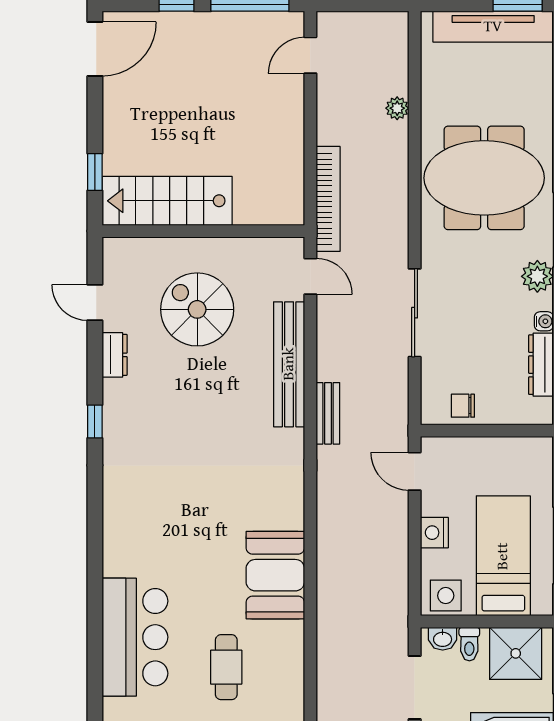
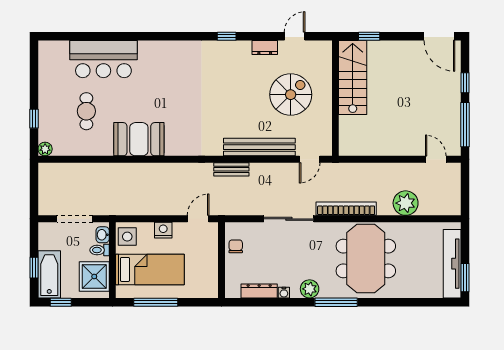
plant: (397, 108) -> (406, 203), width x1.88, depth x1.88
bookcase: (328, 199) -> (346, 209), moved, turned 180
cafe table: (226, 667) -> (86, 111), turned 90

